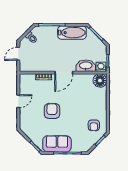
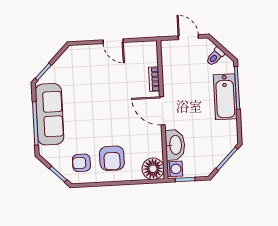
bathtub: (72, 33) -> (225, 97), moved
armchair: (52, 111) -> (112, 158), moved, turned 90
sofa: (57, 144) -> (50, 114), width x1.36

